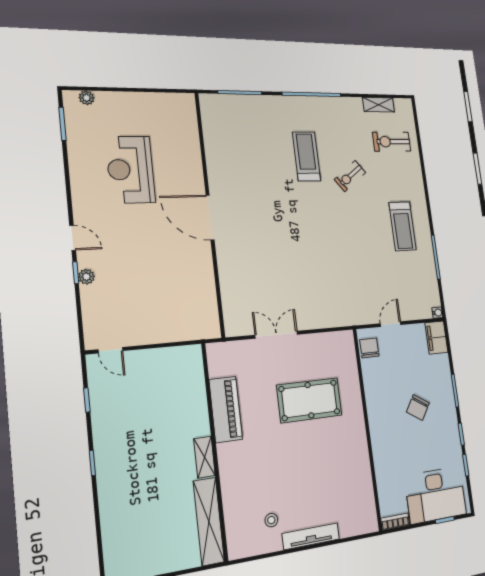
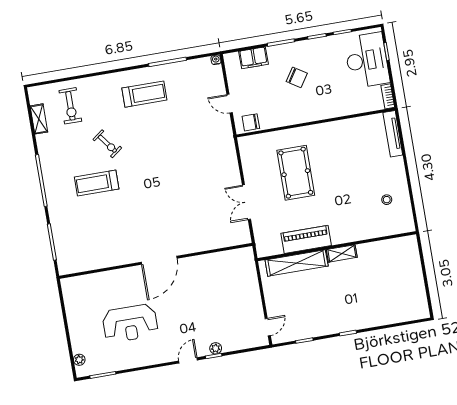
filing cabinet: (436, 338) -> (253, 58), moved
shelving: (209, 521) -> (297, 263), moved
tv unit: (311, 536) -> (393, 134), moved

